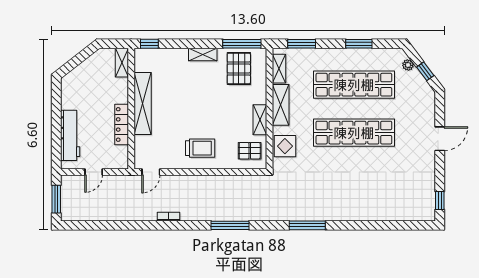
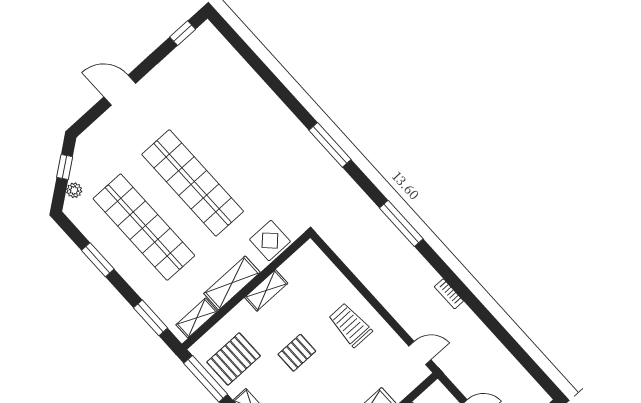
pallet: (250, 151) -> (297, 353), moved, turned 90

